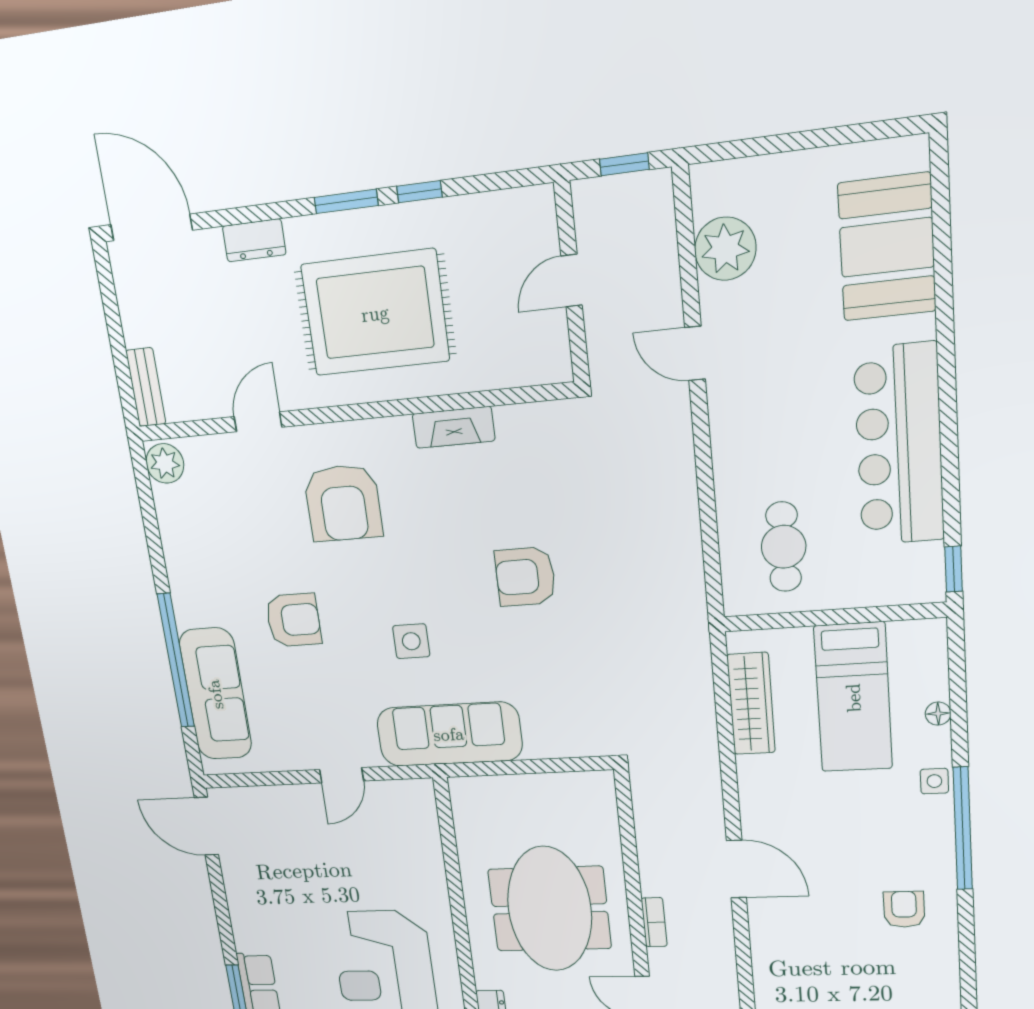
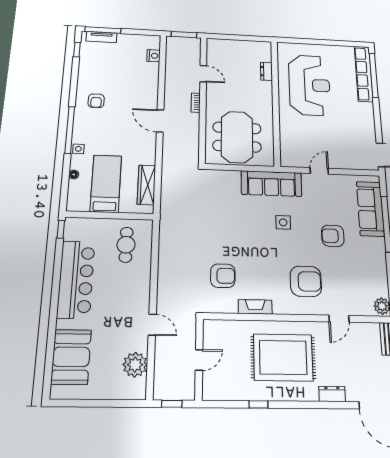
window: (346, 201) -> (290, 405), removed
armchair: (343, 503) -> (306, 281), turned 90
armchair: (525, 577) -> (223, 276), moved
meeting table: (550, 909) -> (237, 137), moved

